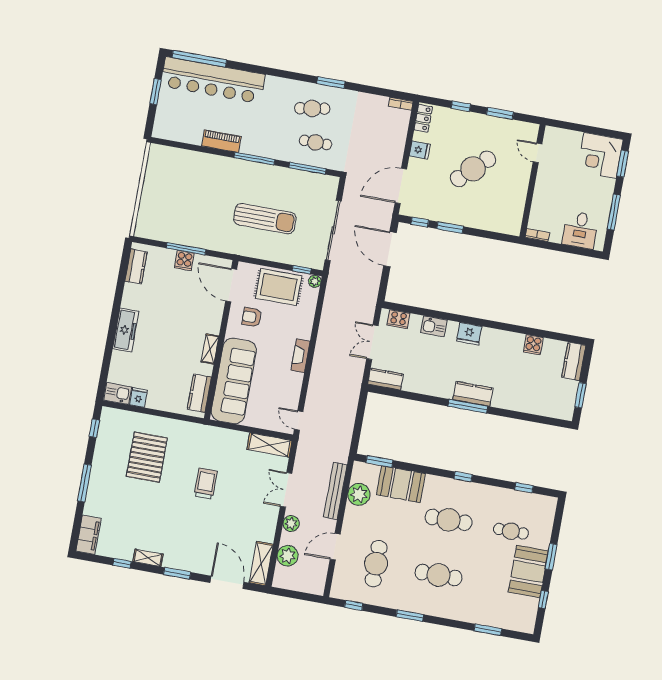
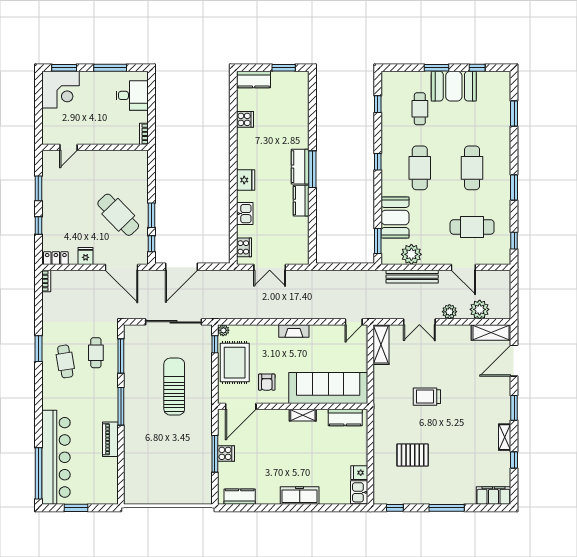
cafe table: (473, 169) -> (118, 215), moved
kitchen counter: (385, 379) -> (301, 201), moved
pallet: (147, 457) -> (413, 455), width x0.73, depth x0.71

